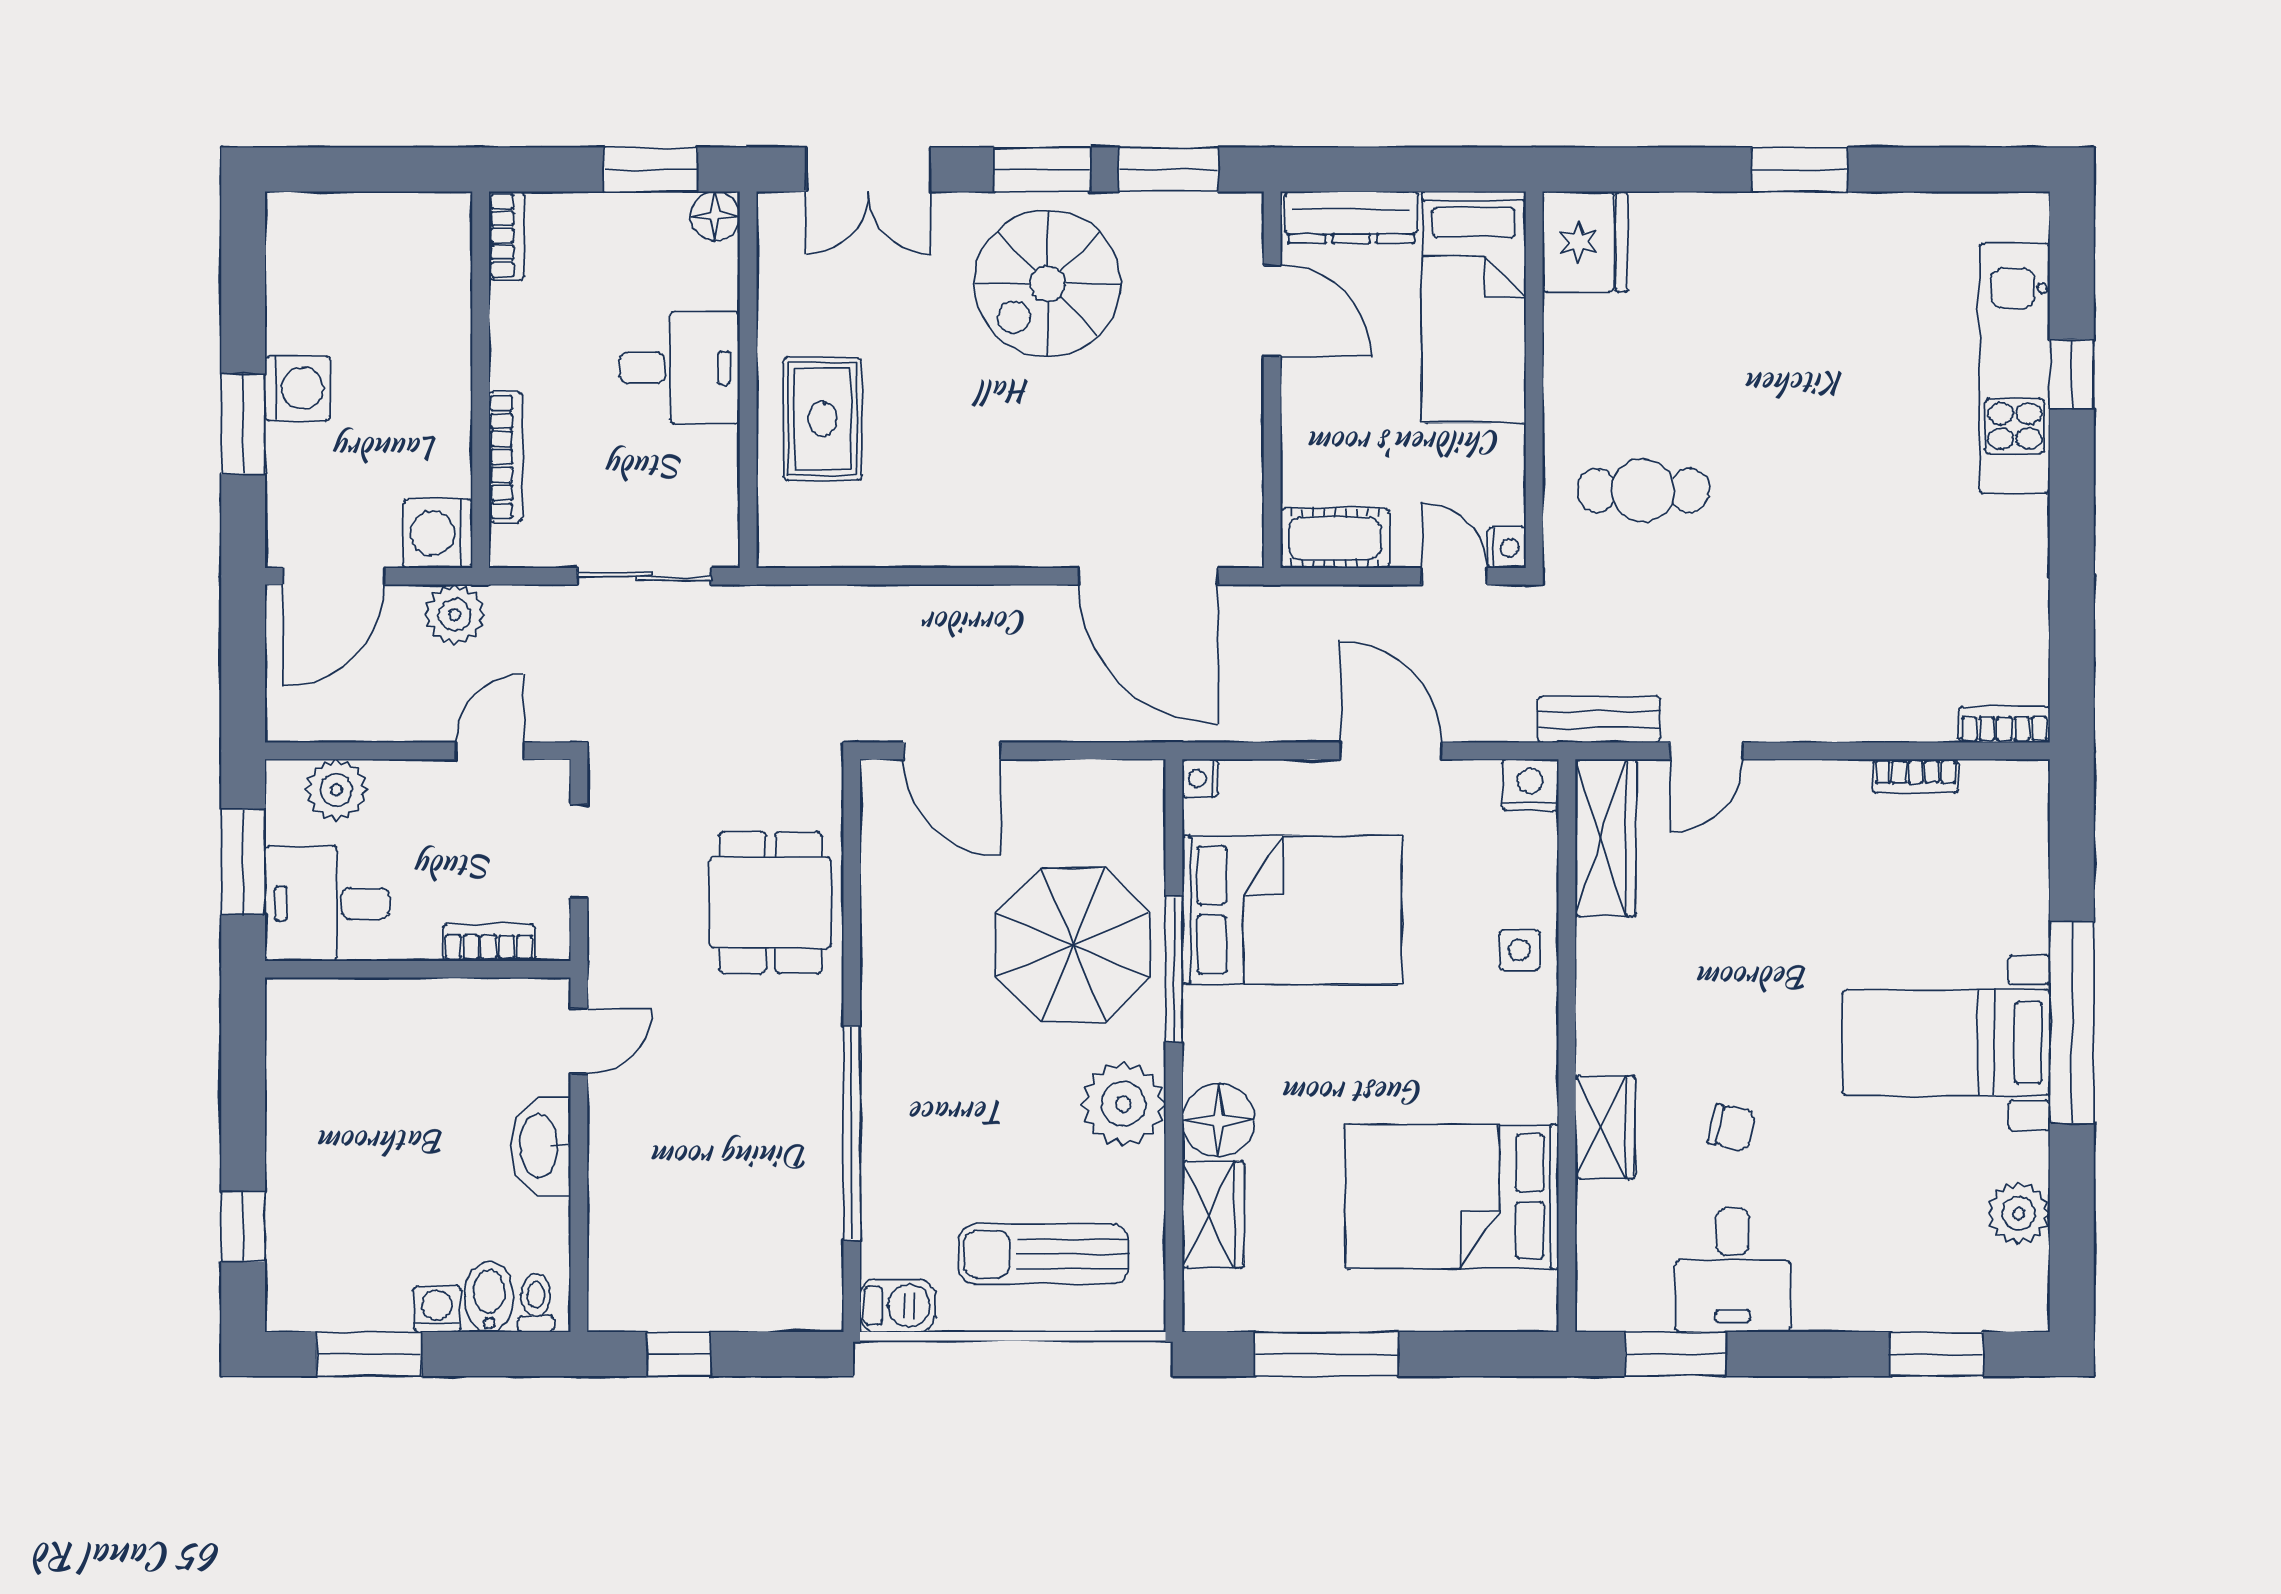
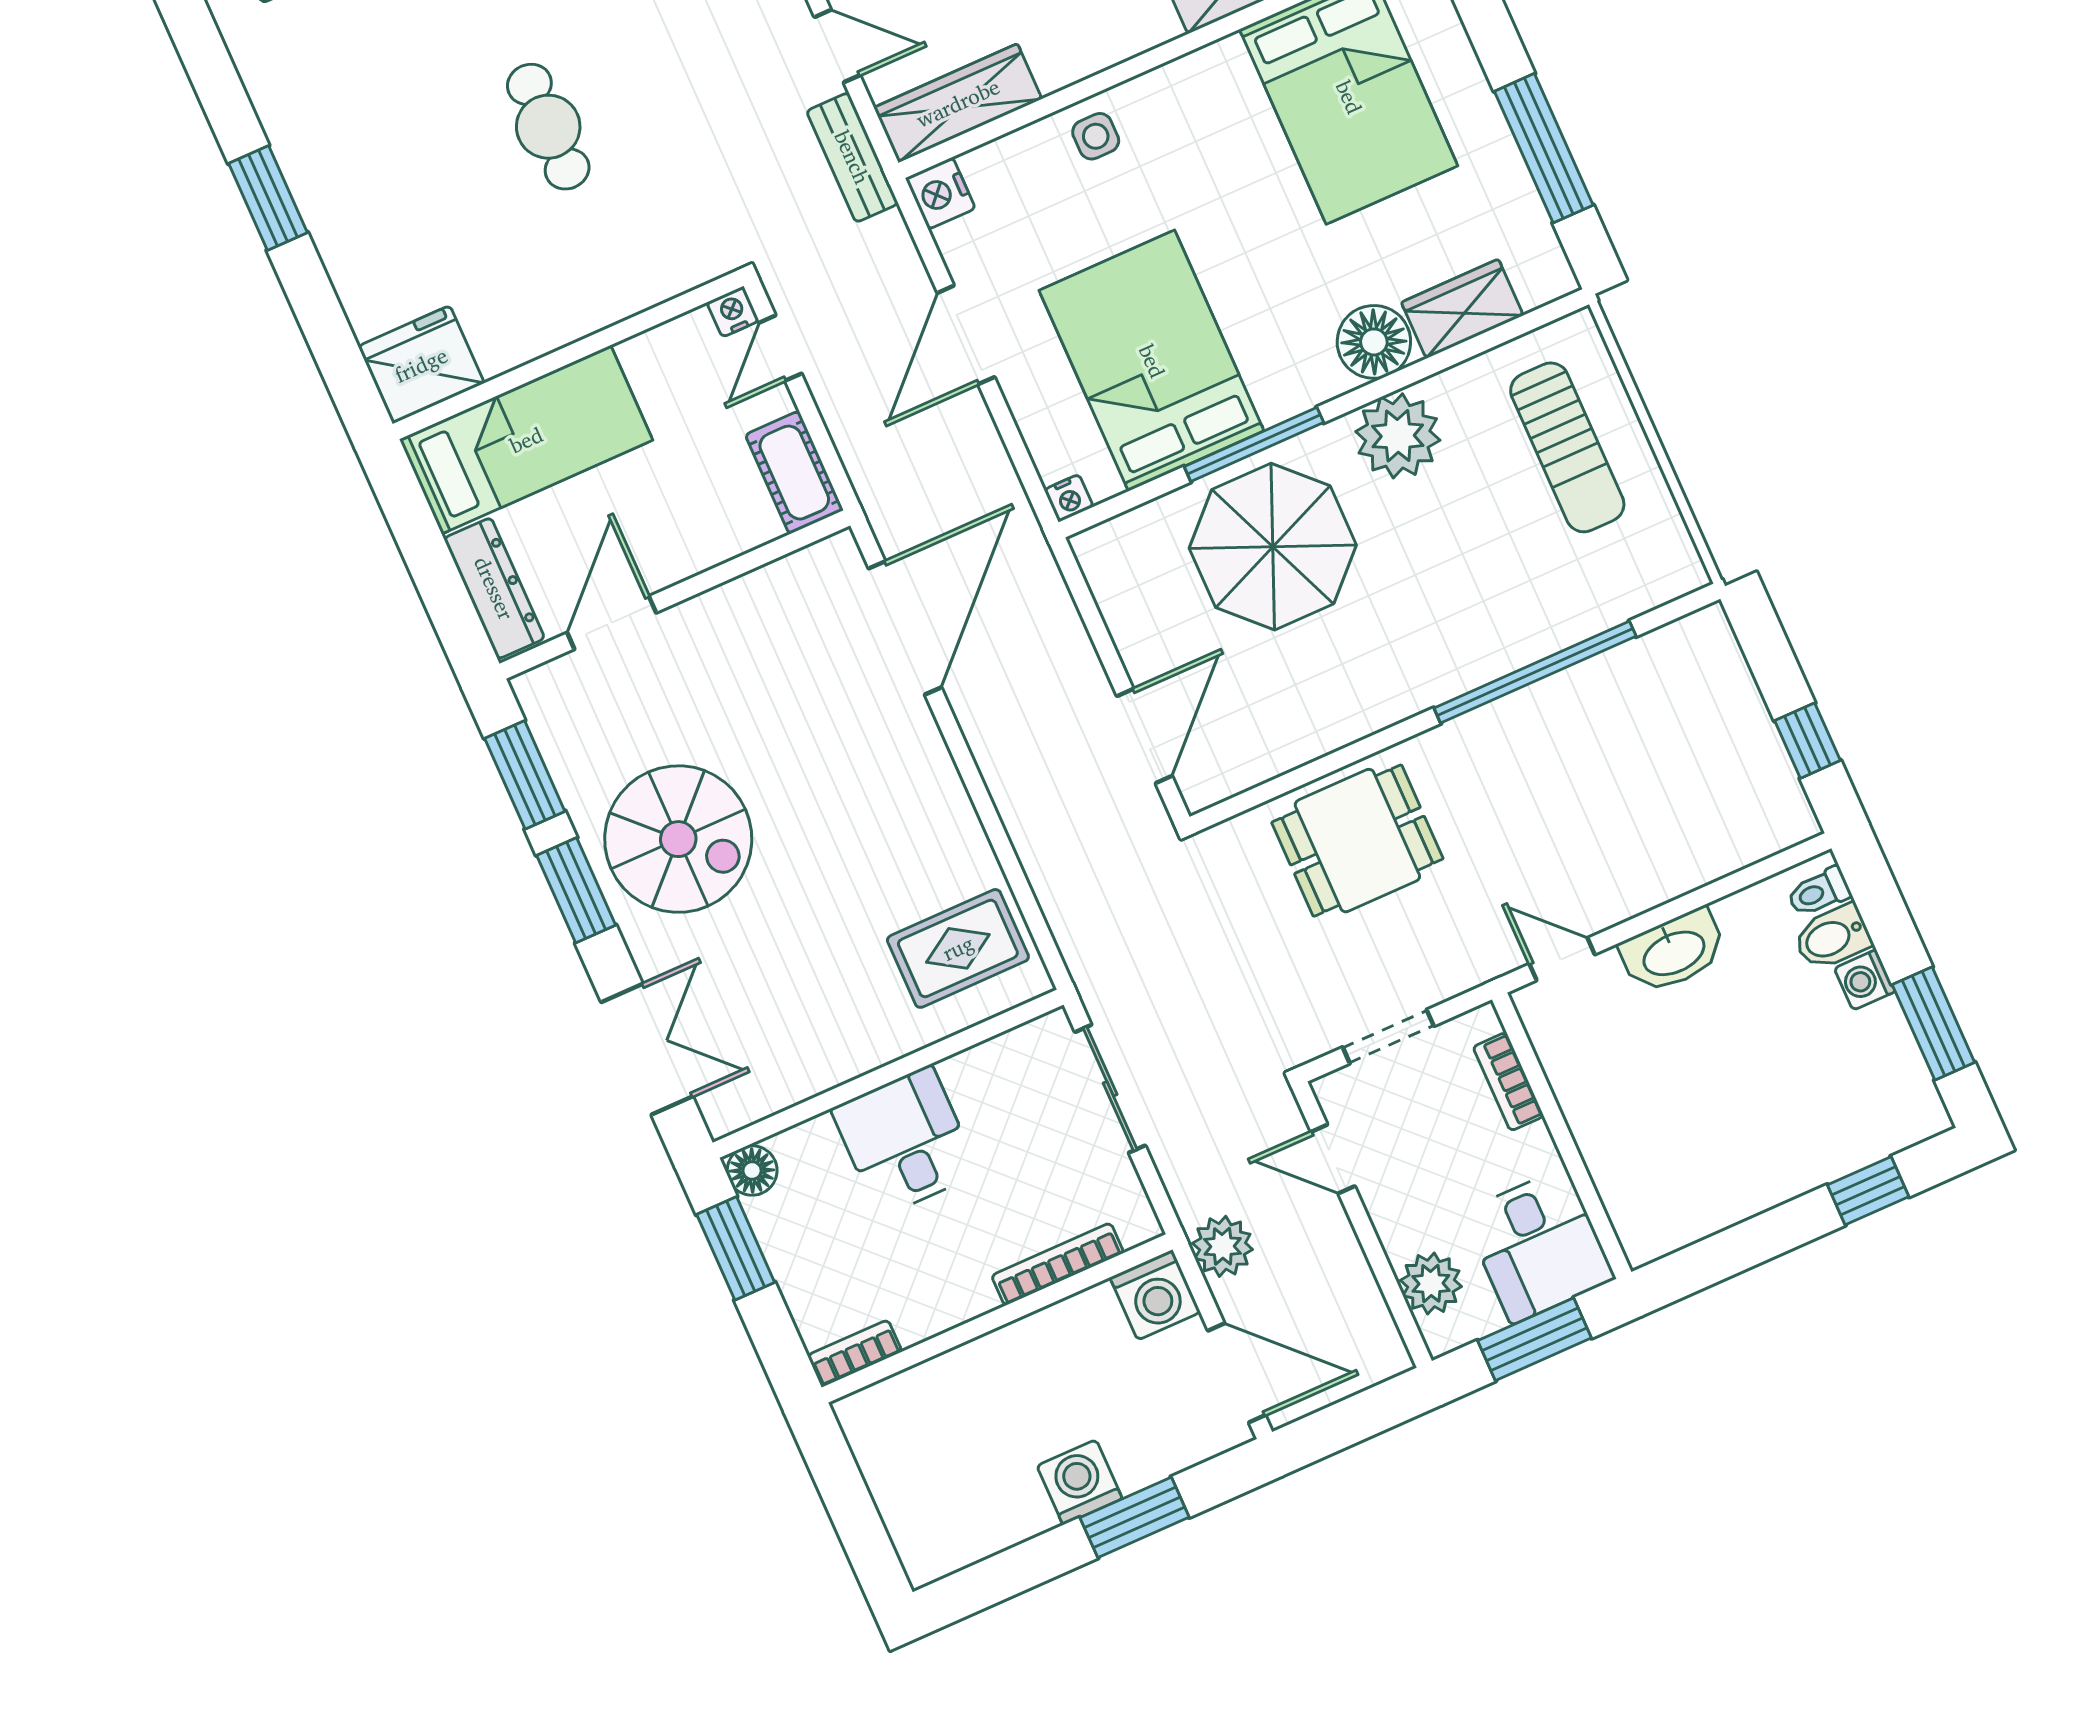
rug: (823, 419) -> (958, 948), moved
cafe table: (1643, 491) -> (548, 127), moved
barbecue: (897, 1306) -> (1674, 560), removed

